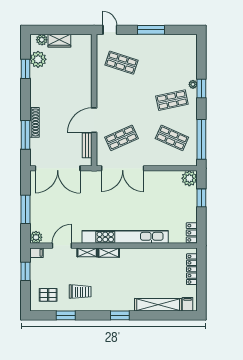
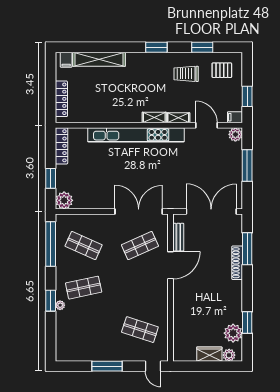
locker: (192, 233) -> (61, 146), width x1.53
door: (62, 246) -> (207, 125), swing flipped
window: (120, 315) -> (156, 47), moved

